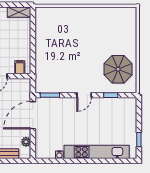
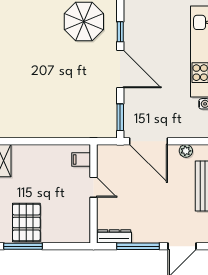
door: (84, 95) -> (120, 69), width x1.88

